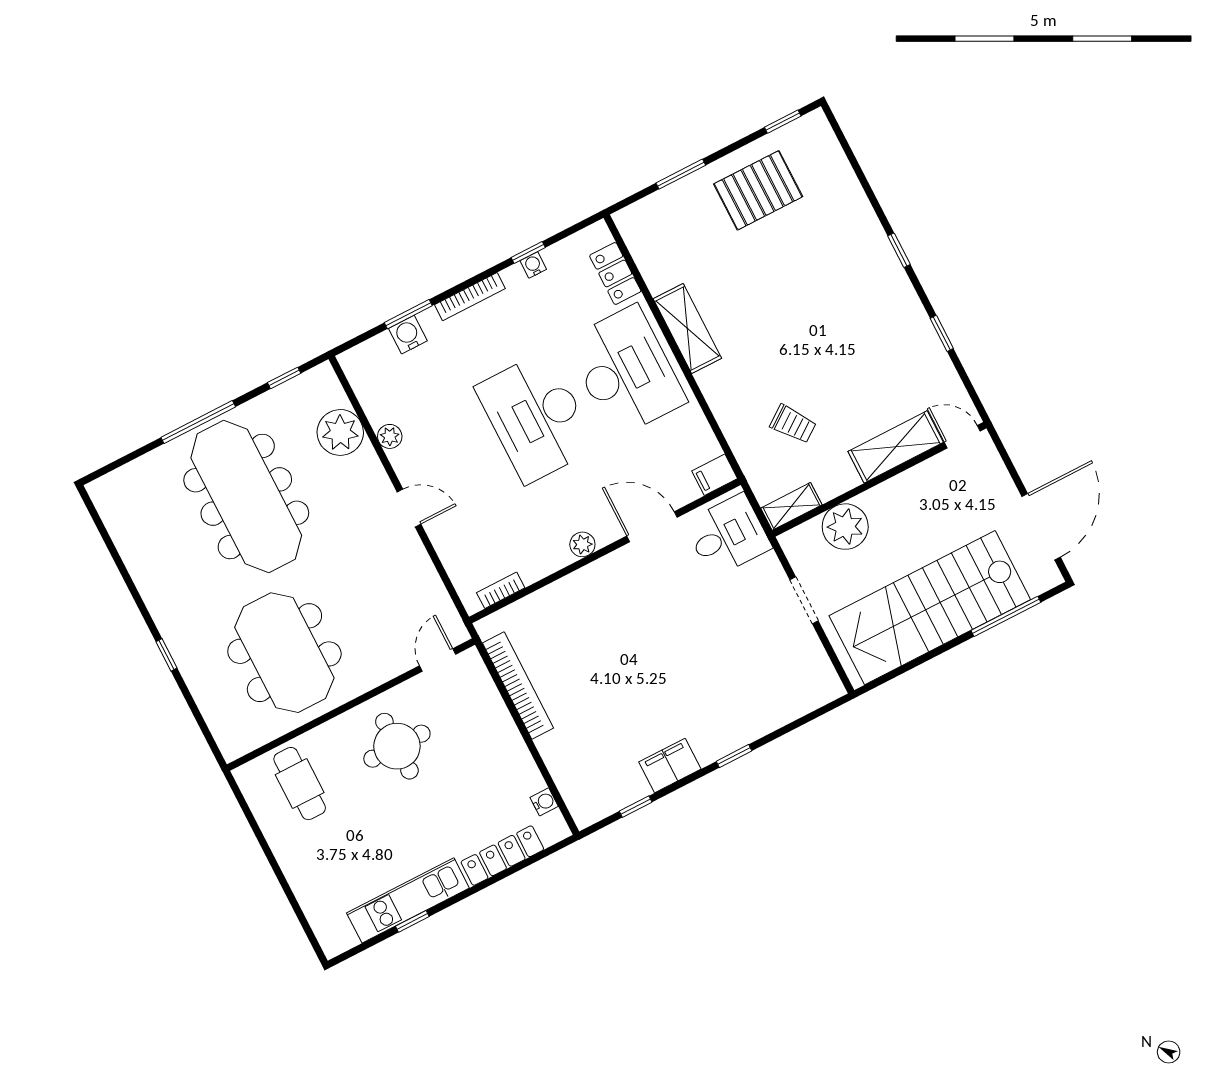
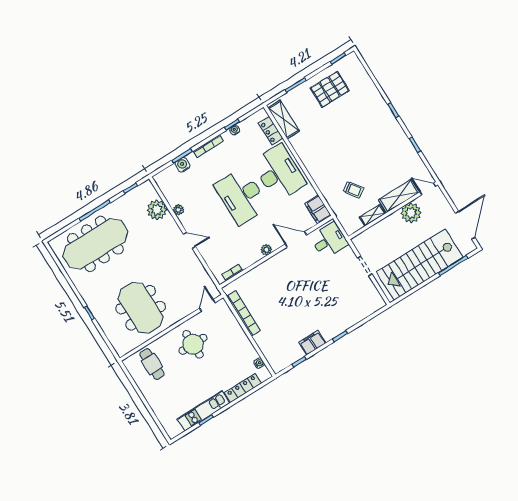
shelving: (687, 329) -> (284, 119), moved
filing cabinet: (715, 475) -> (318, 209), width x2.00
meeting table: (246, 497) -> (95, 244), moved, turned 90
shelving: (791, 506) -> (372, 215), moved
plant: (845, 527) -> (411, 213), moved

